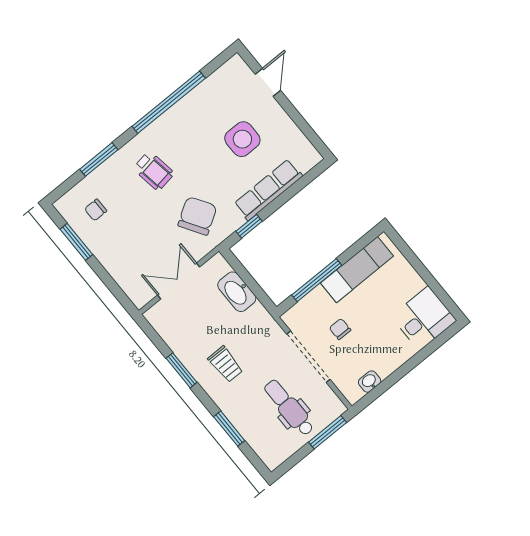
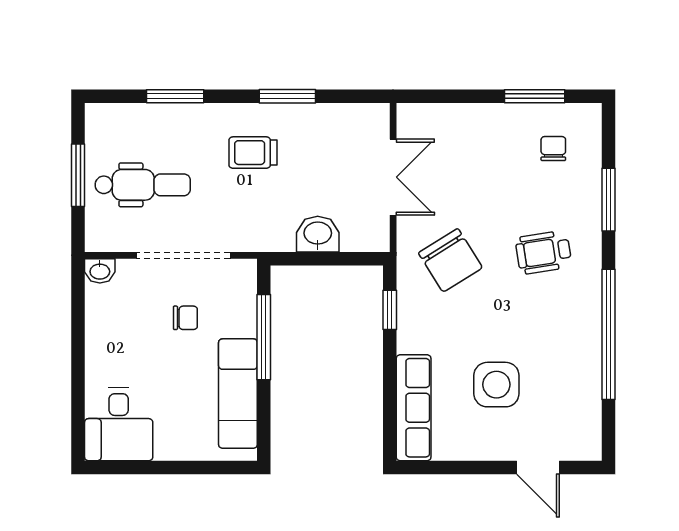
row of seats: (268, 190) -> (414, 408), moved
washbasin: (237, 292) -> (318, 234), width x0.72
washbasin: (370, 382) -> (100, 271), moved, turned 90
window: (328, 432) -> (78, 175), moved

